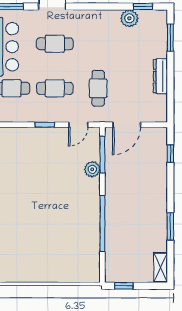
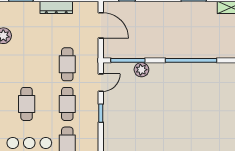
cafe table: (98, 88) -> (67, 64), turned 90
door: (78, 125) -> (101, 83), hinge flipped
door: (127, 125) -> (101, 25), moved

